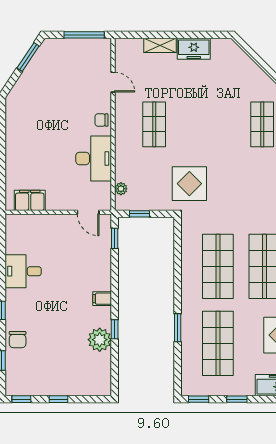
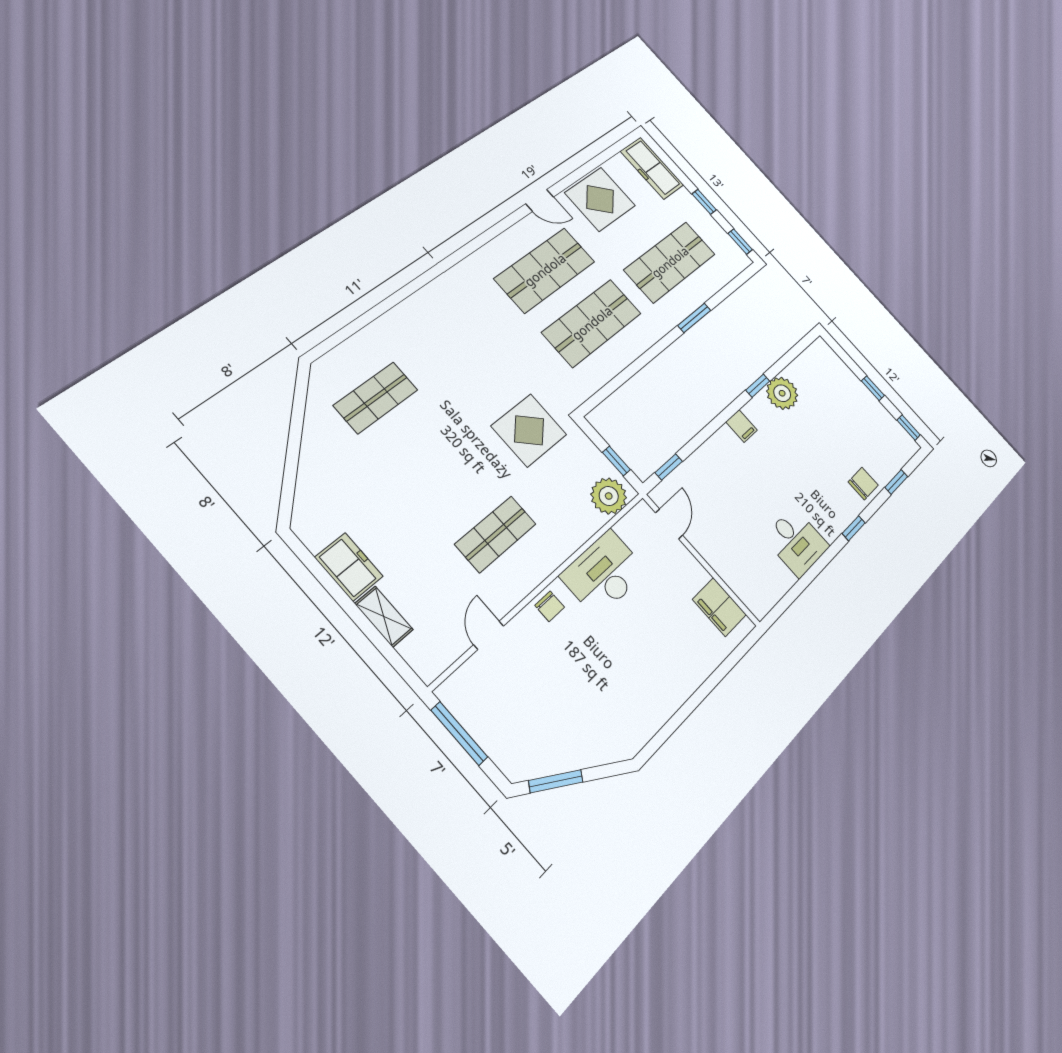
plant: (121, 189) -> (609, 496), width x1.87, depth x1.87

